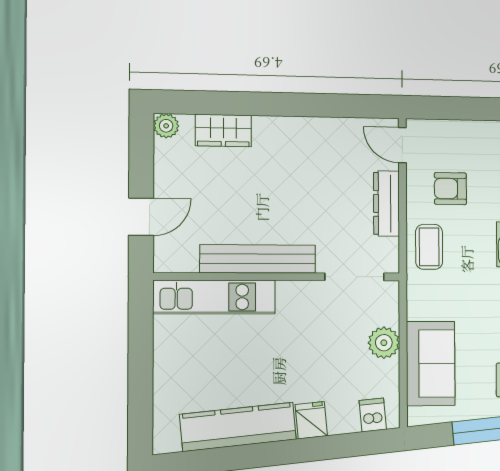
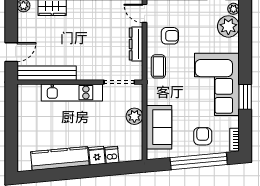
armchair: (450, 189) -> (170, 36), turned 180
bench: (258, 259) -> (47, 73), moved
kitchen unit: (214, 297) -> (72, 93), moved
dishwasher: (373, 415) -> (112, 155), moved

